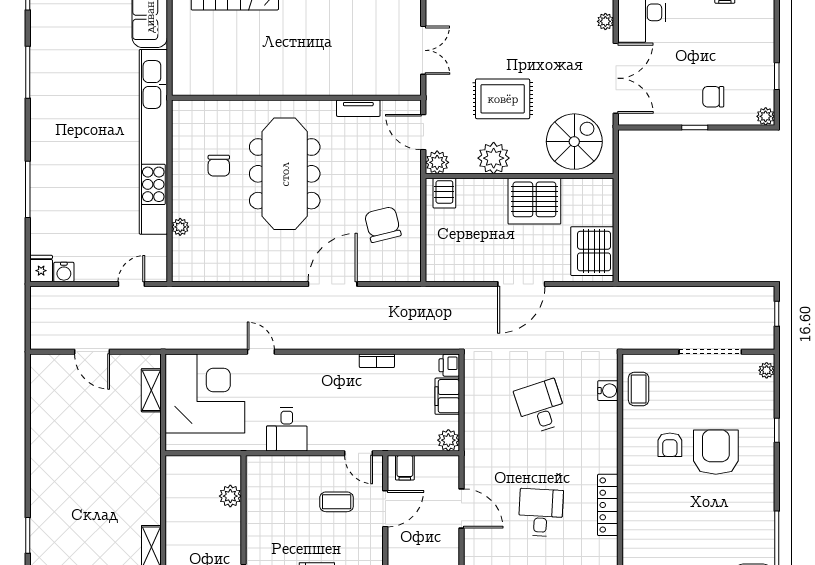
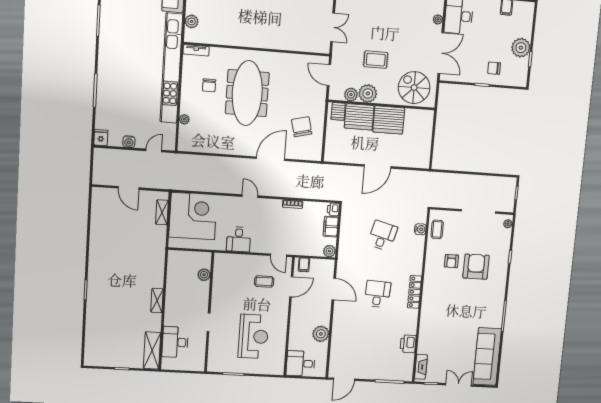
plant: (183, 61) -> (192, 21), added
rug: (503, 99) -> (376, 60), width x0.73, depth x0.70
tv unit: (358, 108) -> (196, 50), moved
plant: (766, 116) -> (521, 48), moved, width x1.88, depth x1.88
spiral stairs: (574, 142) -> (414, 88), turned -90
plant: (437, 162) -> (351, 95), moved
server rack: (592, 251) -> (359, 117), moved, turned -90
water cooler: (64, 272) -> (129, 142), moved
door: (261, 352) -> (250, 196), moved
desk: (541, 407) -> (382, 236), turned 33

